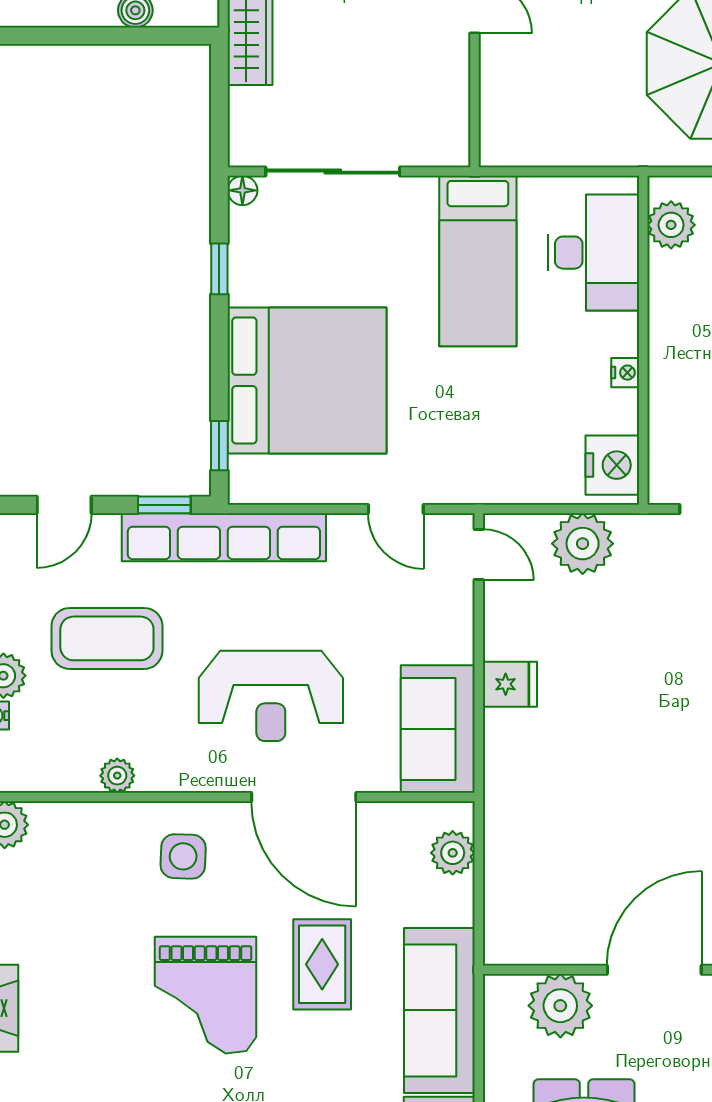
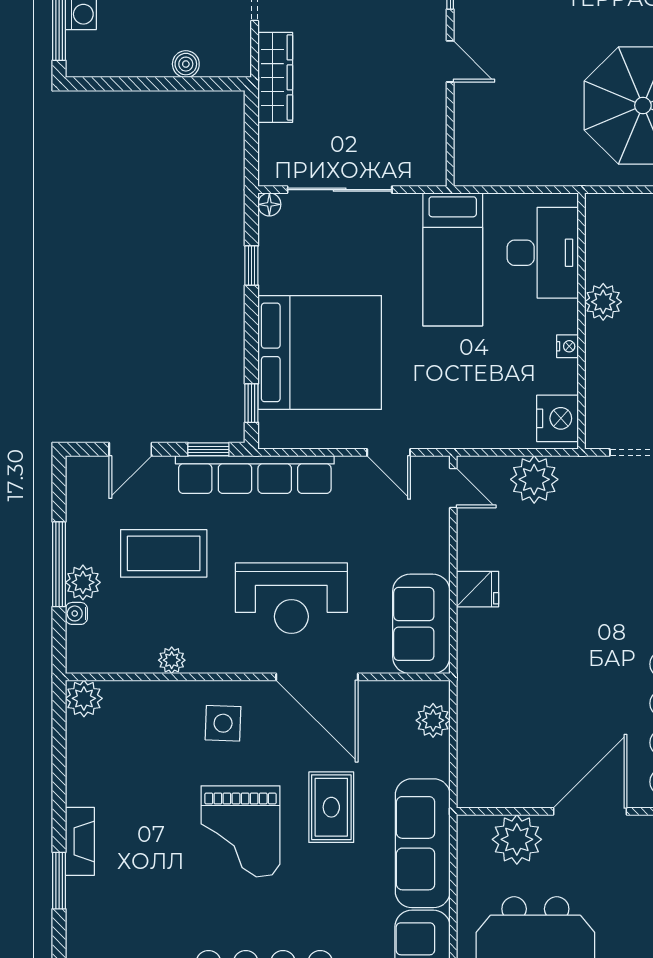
plant: (671, 225) -> (603, 302), moved

